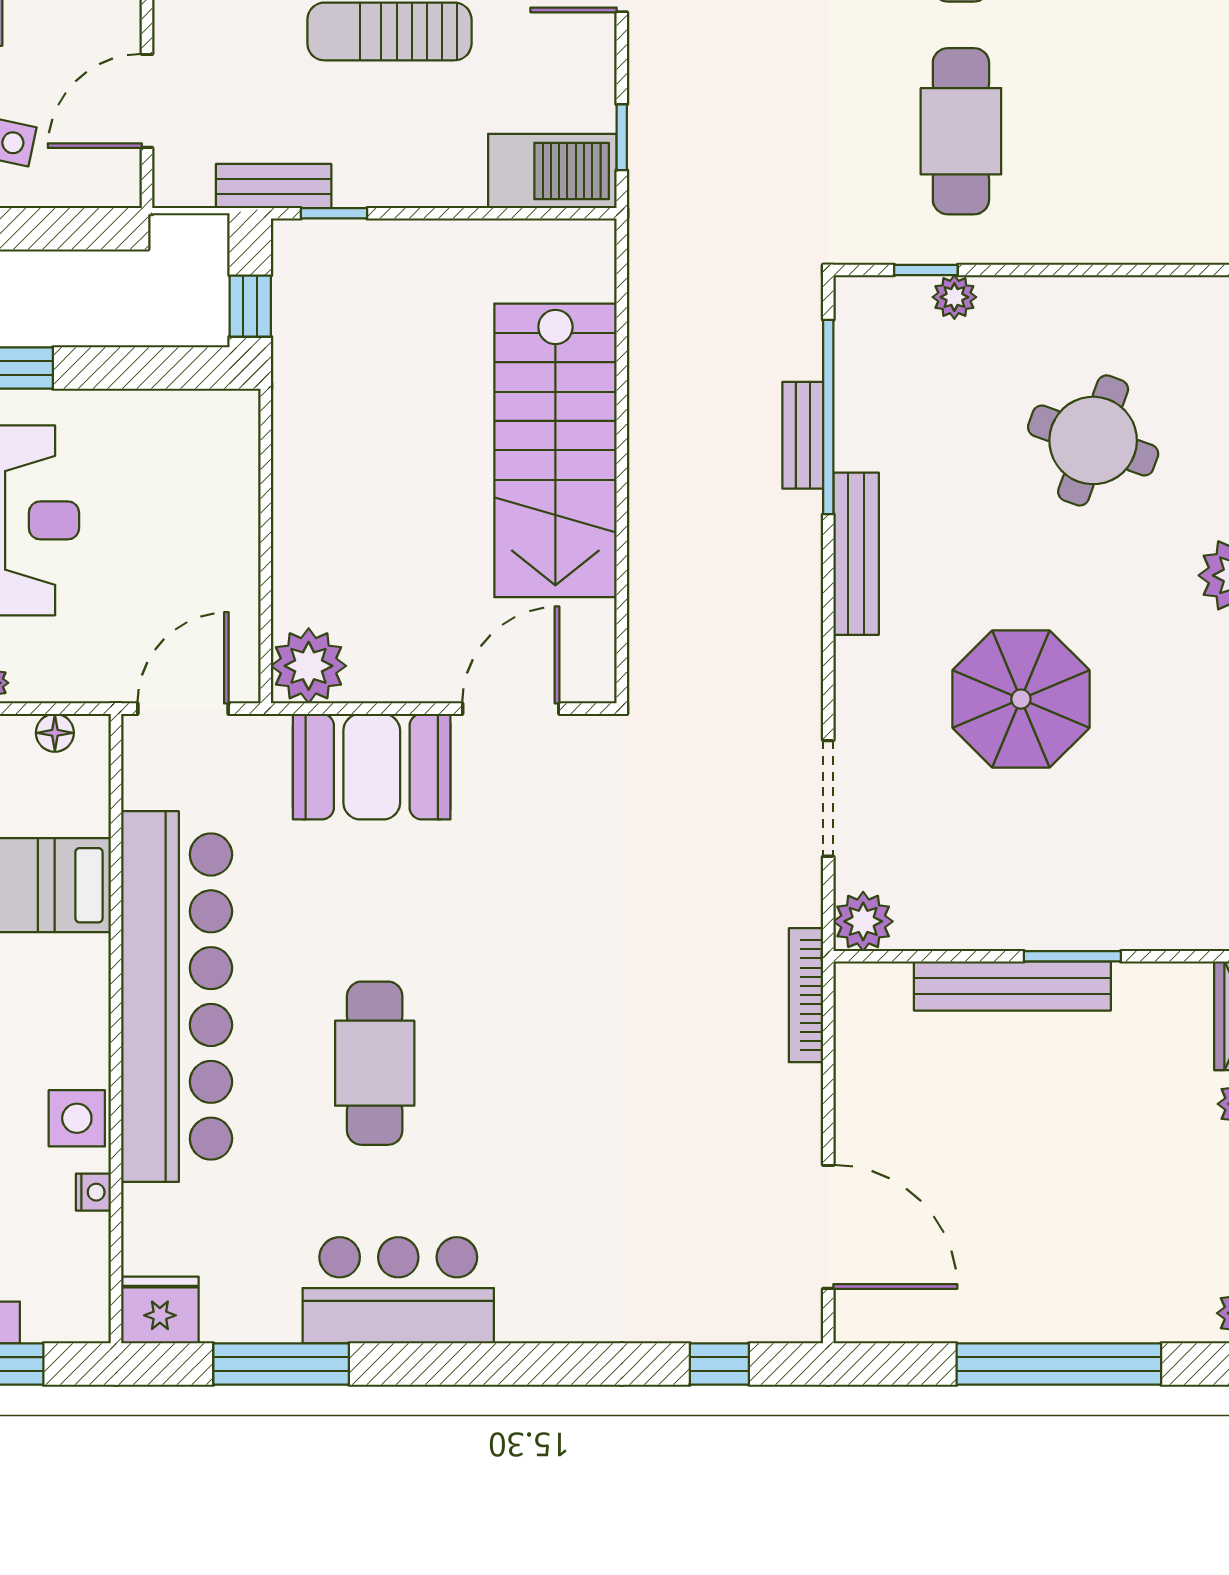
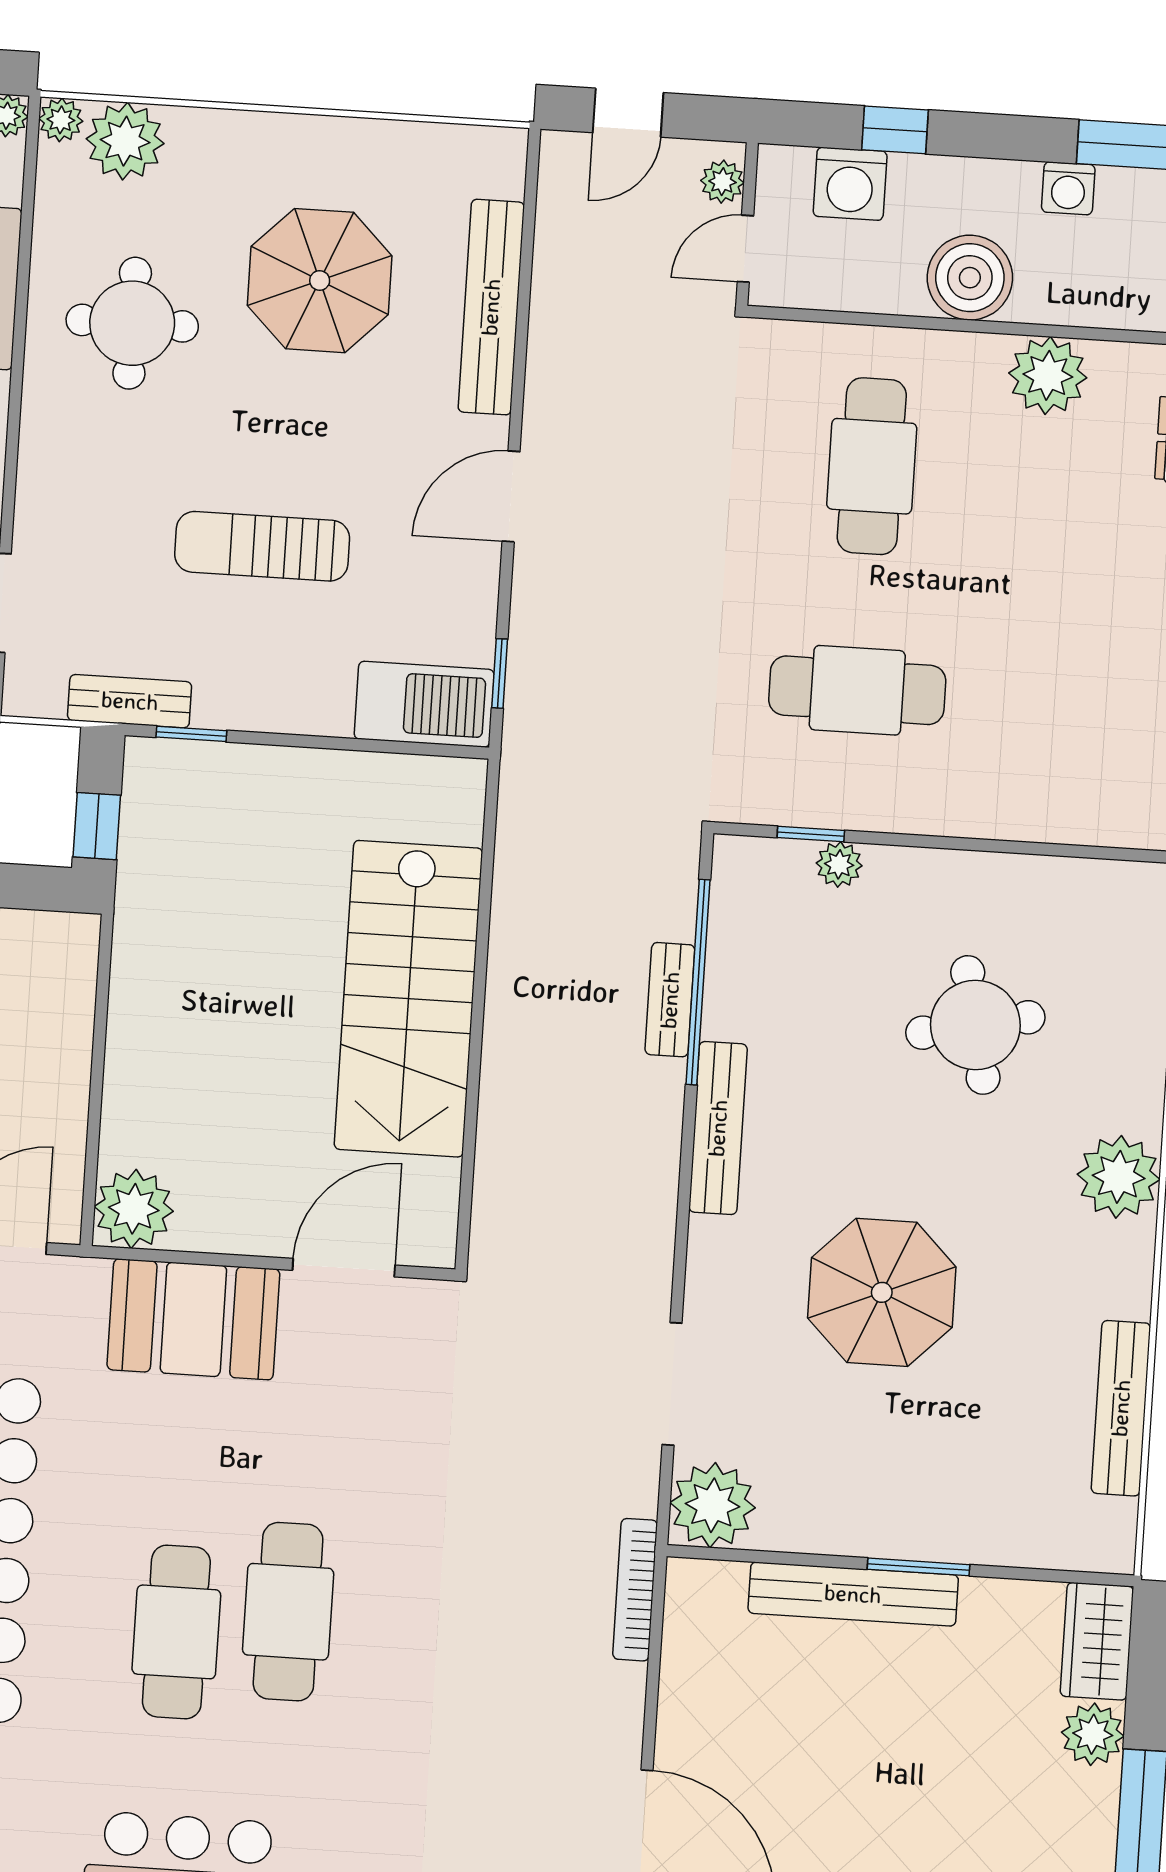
cafe table: (961, 131) -> (857, 690), turned 90
round table: (1093, 440) -> (975, 1025), turned -32
plant: (863, 921) -> (713, 1505), width x1.36, depth x1.36
cafe table: (479, 1037) -> (288, 1612), added

